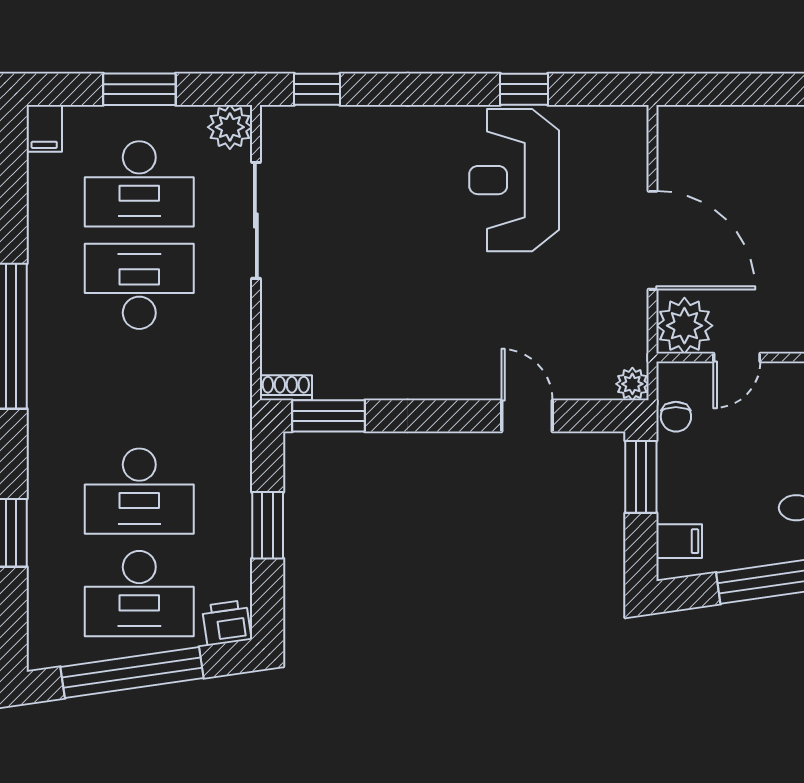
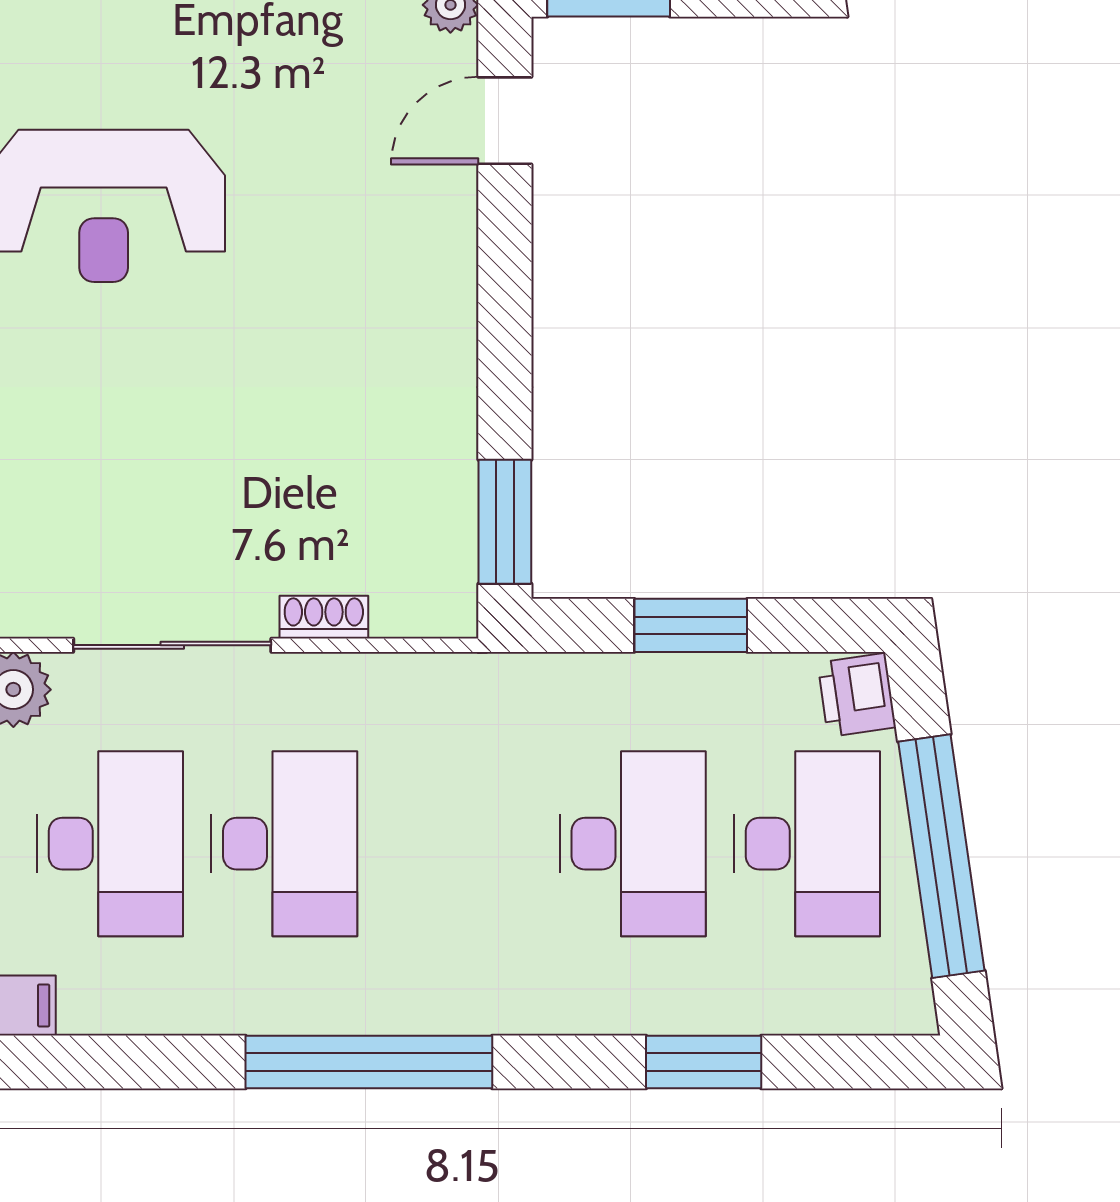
desk: (139, 286) -> (284, 844), turned 180
shoe rack: (286, 388) -> (324, 617), moved, turned 90
door: (527, 416) -> (505, 121), moved

